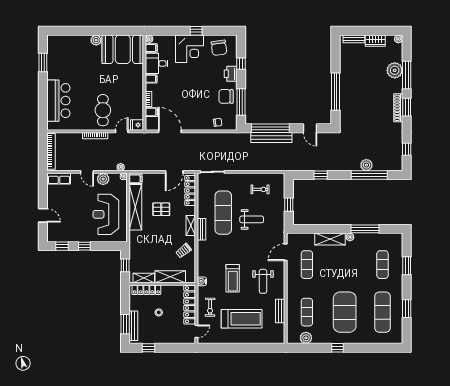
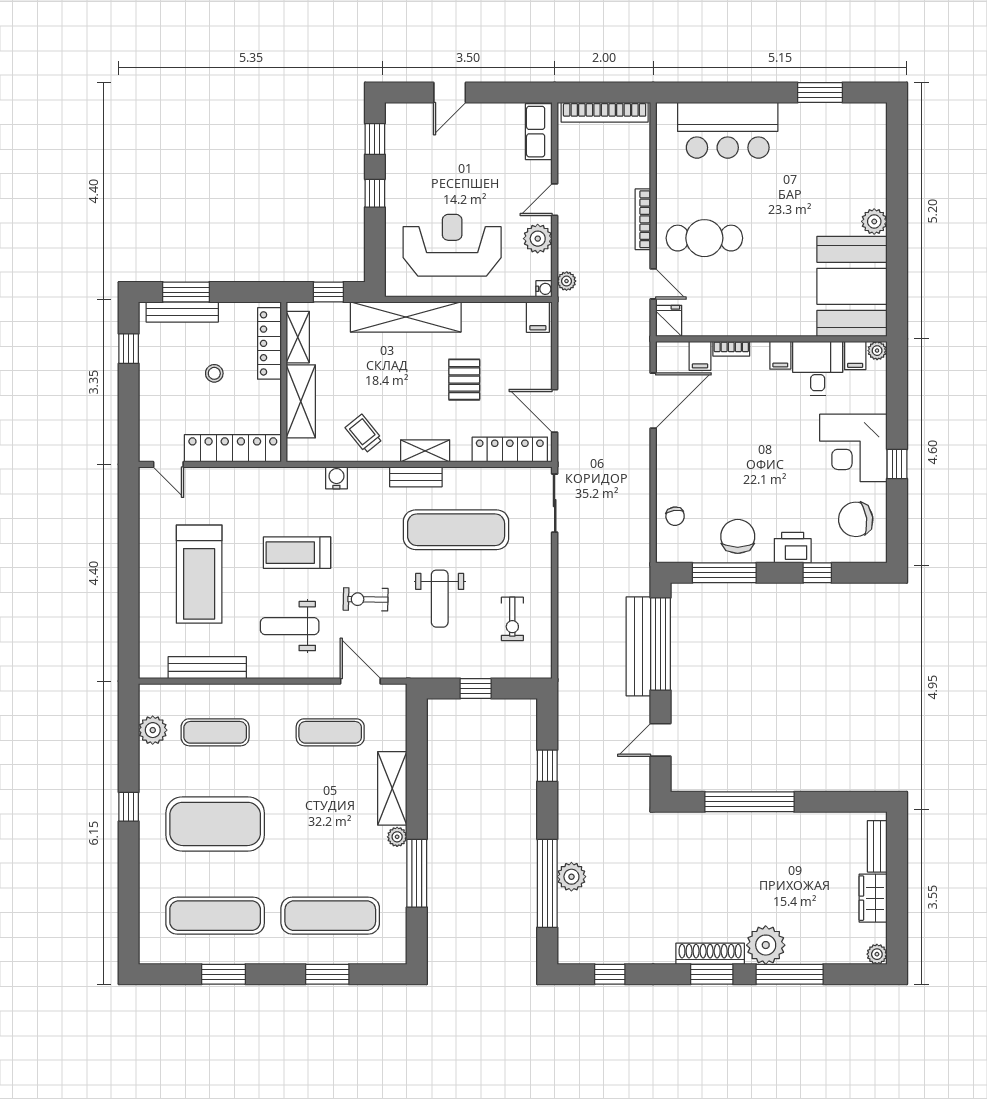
plant: (395, 70) -> (766, 945), moved
shelving: (135, 207) -> (406, 317), moved
exercise mat: (382, 265) -> (330, 916), width x1.36, depth x1.45
water cooler: (202, 281) -> (336, 478), moved
exercise bike: (210, 307) -> (366, 599), moved
bench: (280, 311) -> (207, 668), width x1.36

